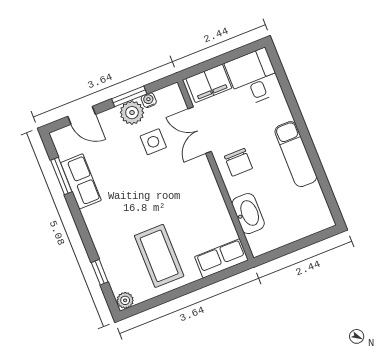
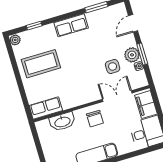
chair: (238, 162) -> (95, 119), turned -90
row of seats: (81, 181) -> (71, 25), moved
row of seats: (222, 258) -> (46, 108), moved, turned -90

